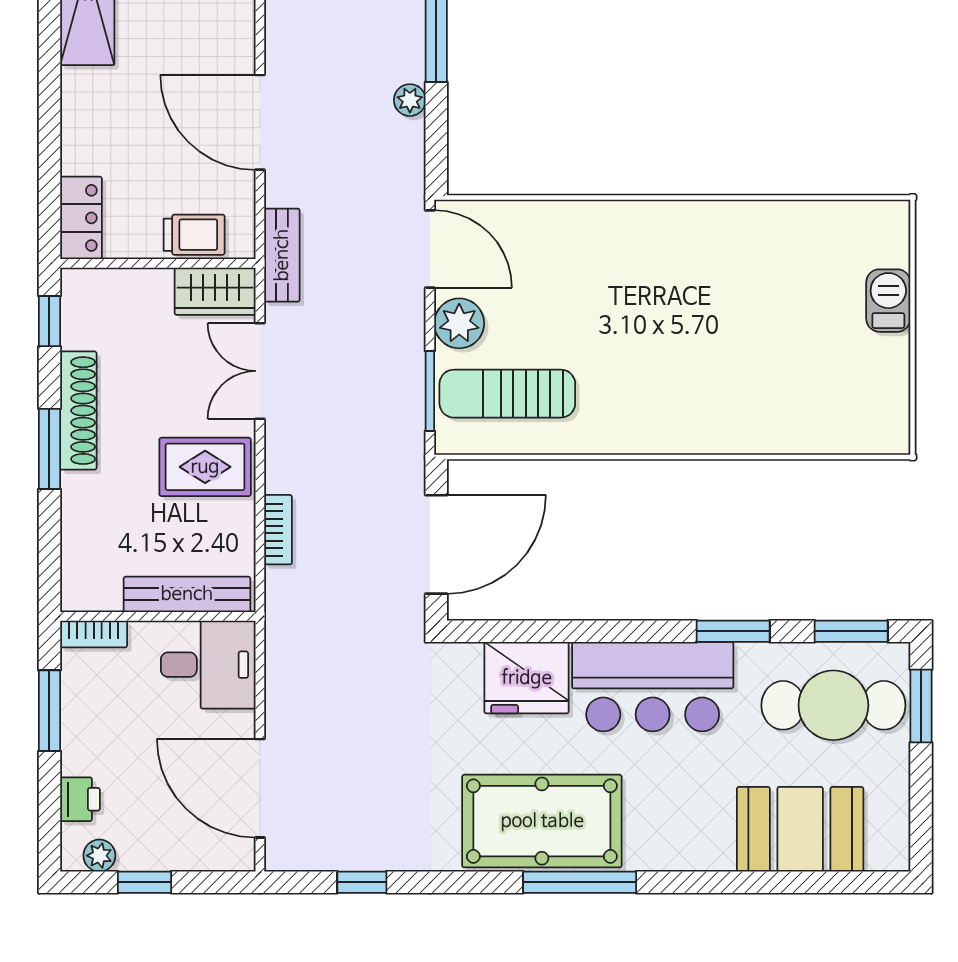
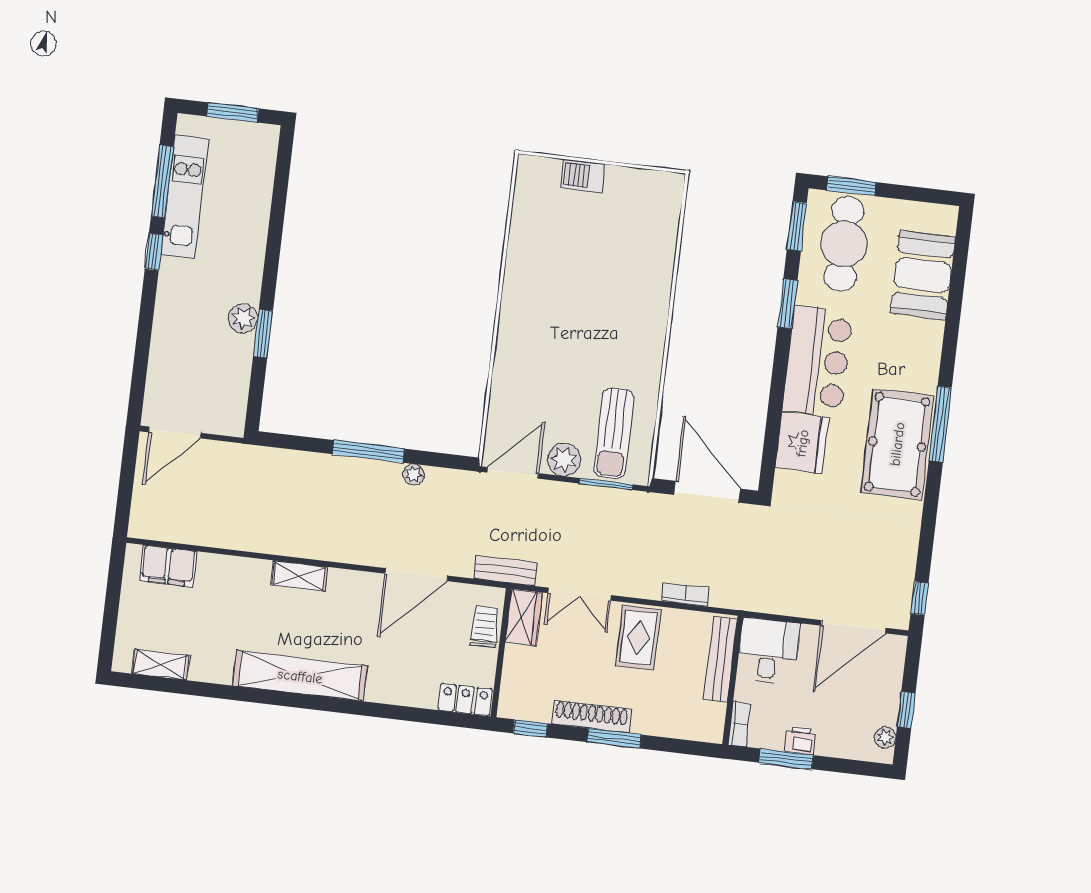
printer: (80, 799) -> (800, 740), moved
window: (362, 882) -> (919, 598), moved

